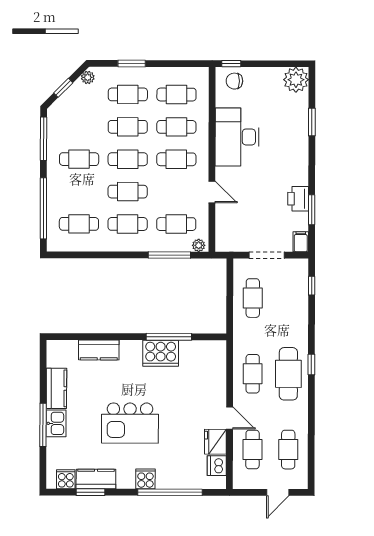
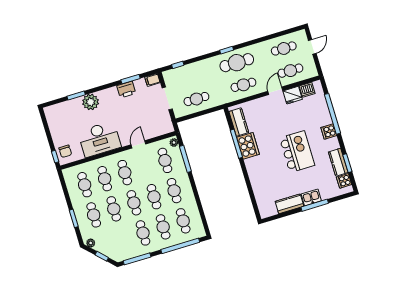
plant: (296, 80) -> (91, 102), moved
cafe table: (79, 192) -> (163, 227), added
kitchen counter: (99, 350) -> (239, 122), moved
door: (278, 492) -> (312, 47), hinge flipped

